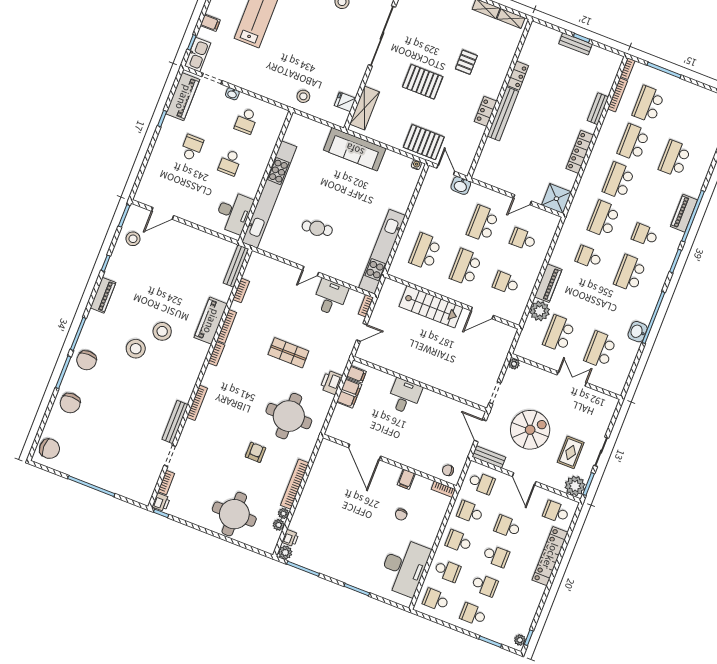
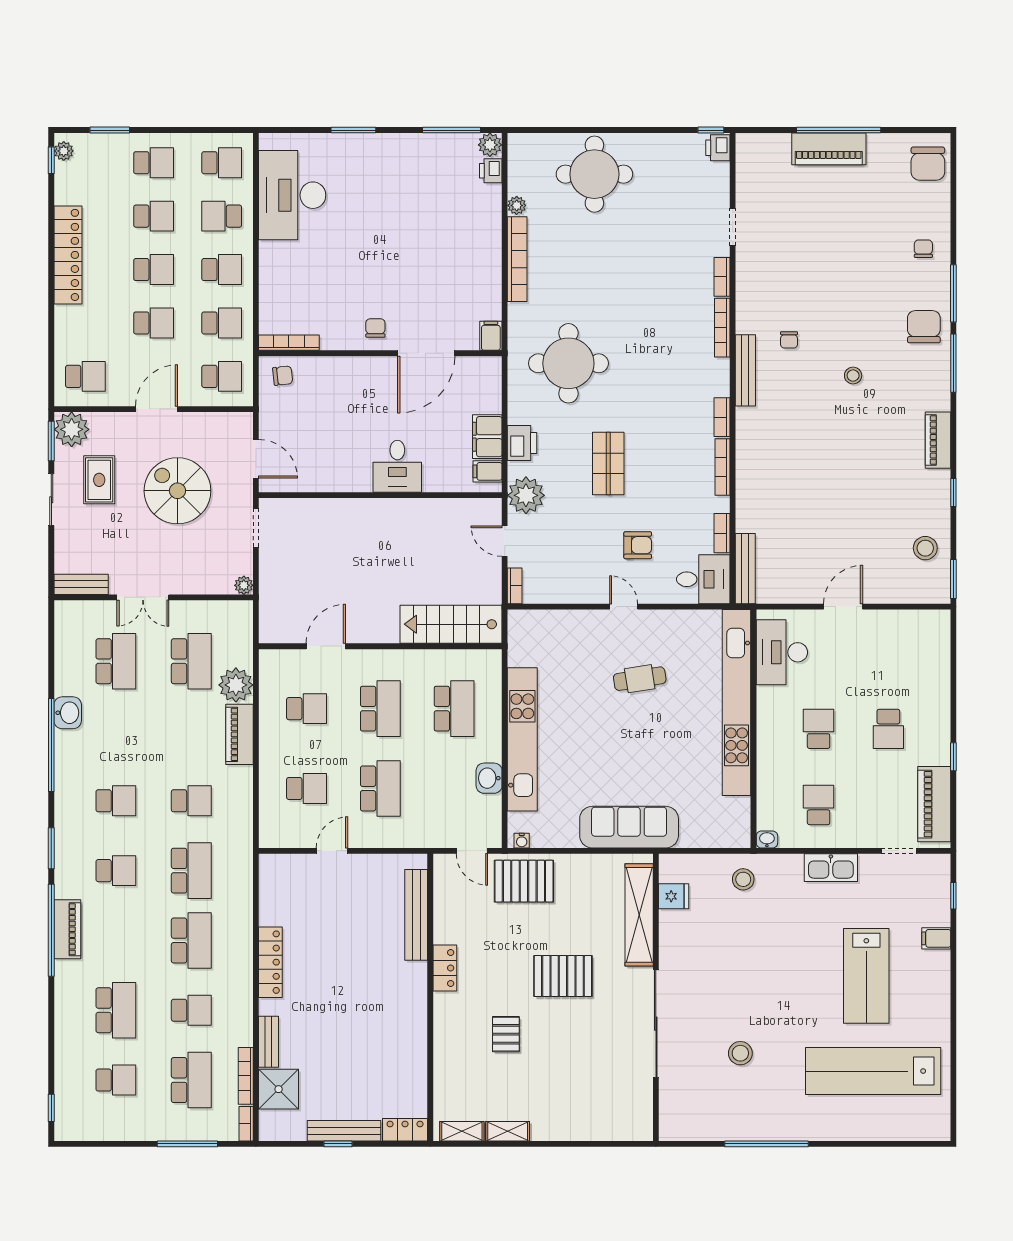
bench: (576, 44) -> (344, 1131), width x1.36
kitchen sink: (198, 55) -> (831, 868), moved, turned -90
locker: (518, 76) -> (405, 1130), moved, turned 90
washbasin: (232, 94) -> (767, 839), moved
shelving: (364, 108) -> (639, 915), width x1.47
bench: (503, 114) -> (416, 915), moved
school desk: (690, 120) -> (116, 1080), added
school desk: (633, 142) -> (191, 1010), width x0.54
washbasin: (461, 186) -> (489, 778), moved, turned -90
shower: (556, 199) -> (279, 1089), moved
door: (163, 213) -> (843, 607), moved
kitchen unit: (382, 252) -> (522, 739), moved
door: (311, 271) -> (624, 607), hinge flipped
school desk: (630, 273) -> (116, 801), width x0.54
desk: (330, 297) -> (703, 579), moved, turned -90
stairs: (431, 307) -> (451, 624), moved
piano: (211, 321) -> (829, 149), moved, turned 90
stool: (162, 331) -> (822, 419), removed
door: (362, 332) -> (505, 541), hinge flipped
stool: (136, 349) -> (853, 376), width x0.53, depth x0.53
shop shelf: (288, 353) -> (608, 463), turned 90
chair: (163, 382) -> (789, 340), added
chair: (70, 403) -> (923, 249), width x0.54, depth x0.54
bench: (175, 422) -> (745, 370), moved
spiral stairs: (530, 430) -> (177, 491), turned 90
chair: (50, 449) -> (928, 164), turned -90
armchair: (256, 452) -> (638, 545), moved, turned -90
door: (365, 452) -> (426, 353), swing flipped
bench: (489, 457) -> (81, 584), moved
filing cabinet: (406, 479) -> (491, 336), moved
door: (524, 479) -> (157, 409), hinge flipped
bookcase: (166, 482) -> (722, 277), moved
school desk: (481, 483) -> (222, 376), turned 180
bookcase: (443, 489) -> (289, 343), width x1.56
chair: (401, 514) -> (375, 328), moved
plant: (279, 525) -> (526, 495), moved, width x1.88, depth x1.88
school desk: (496, 556) -> (154, 270), turned 180
locker: (550, 556) -> (68, 255), moved
school desk: (485, 585) -> (154, 216), turned 180

